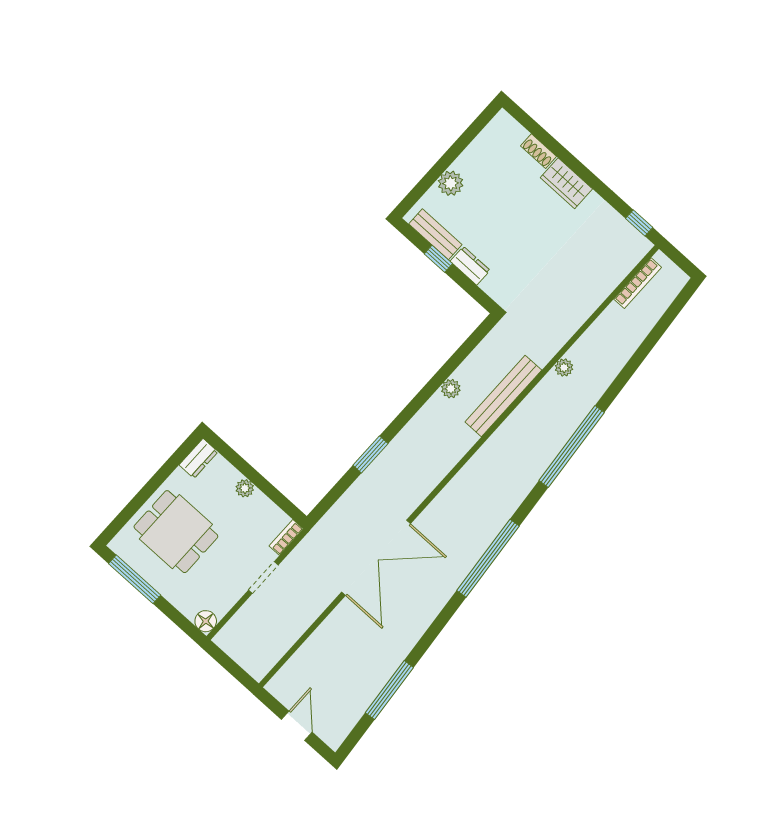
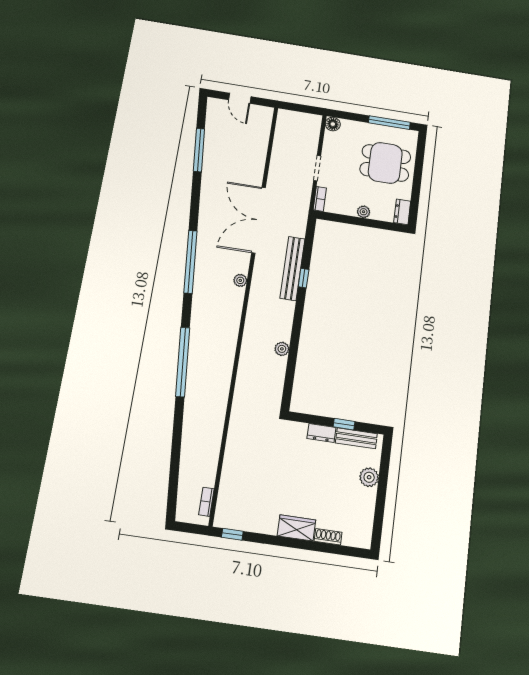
bookcase: (638, 283) -> (206, 502), width x0.64
plant: (564, 368) -> (240, 280), moved
bench: (503, 396) -> (292, 268), moved
window: (370, 454) -> (304, 278), width x0.67

